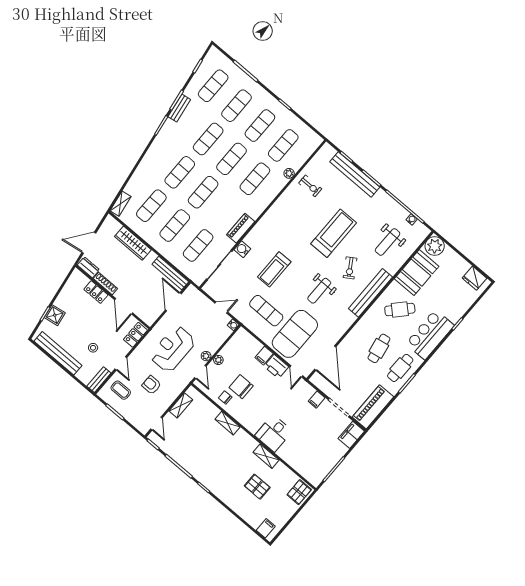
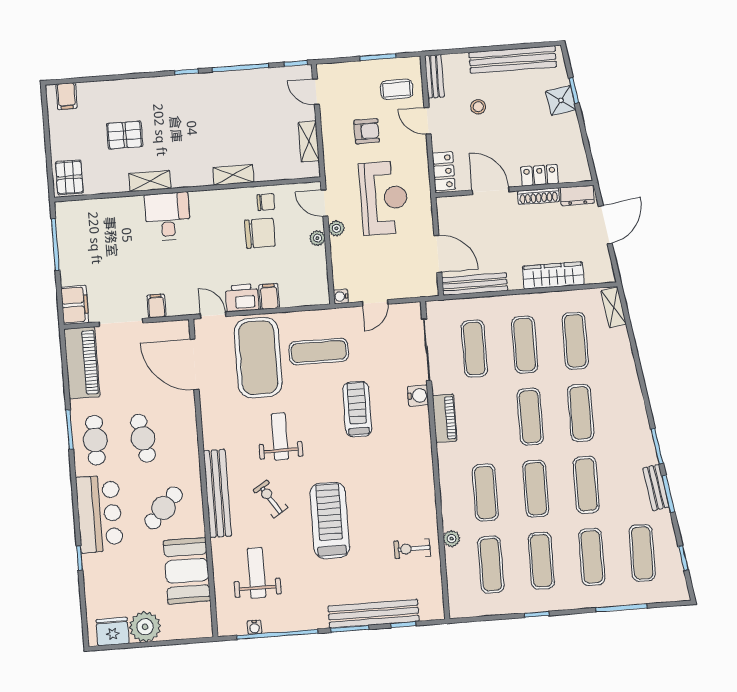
treadmill: (334, 233) -> (330, 520), turned 180
plant: (435, 246) -> (145, 627), moved

